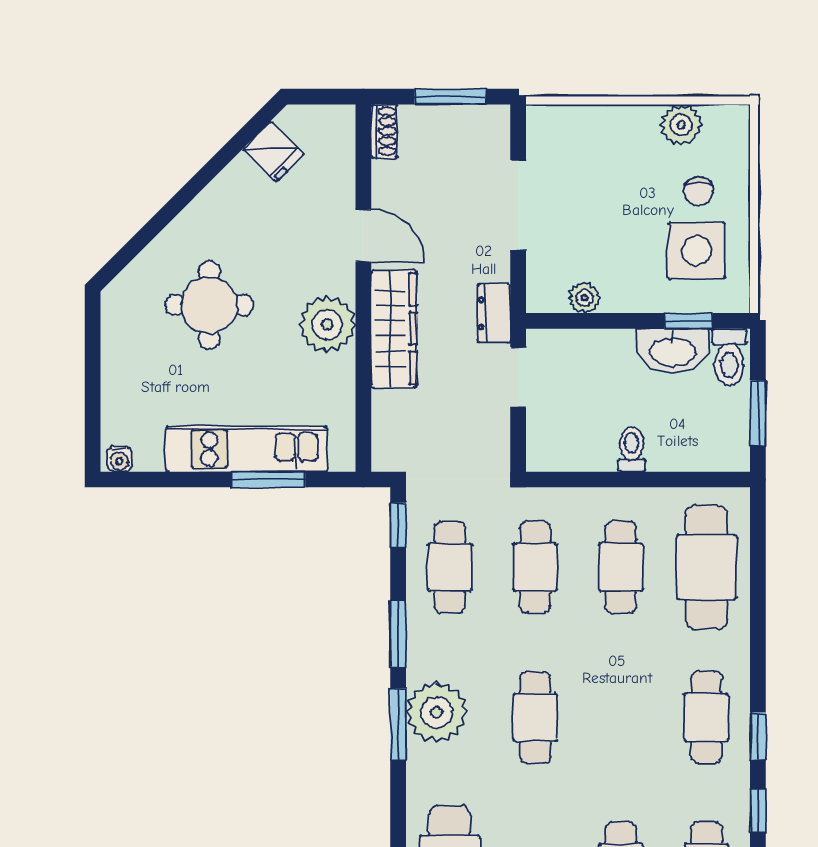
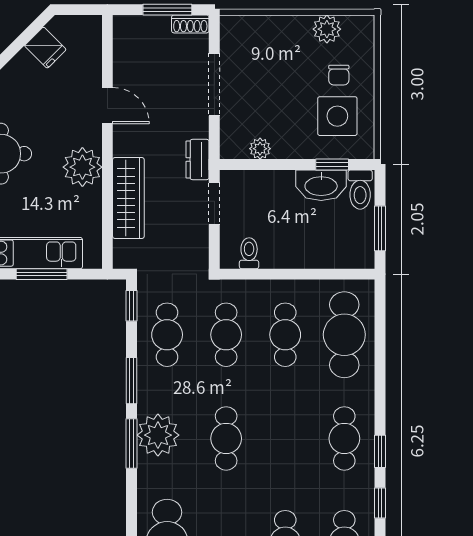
shoe rack: (384, 131) -> (190, 24), moved, turned 90
wardrobe: (394, 329) -> (128, 198), moved
toilet: (631, 449) -> (249, 253), moved

